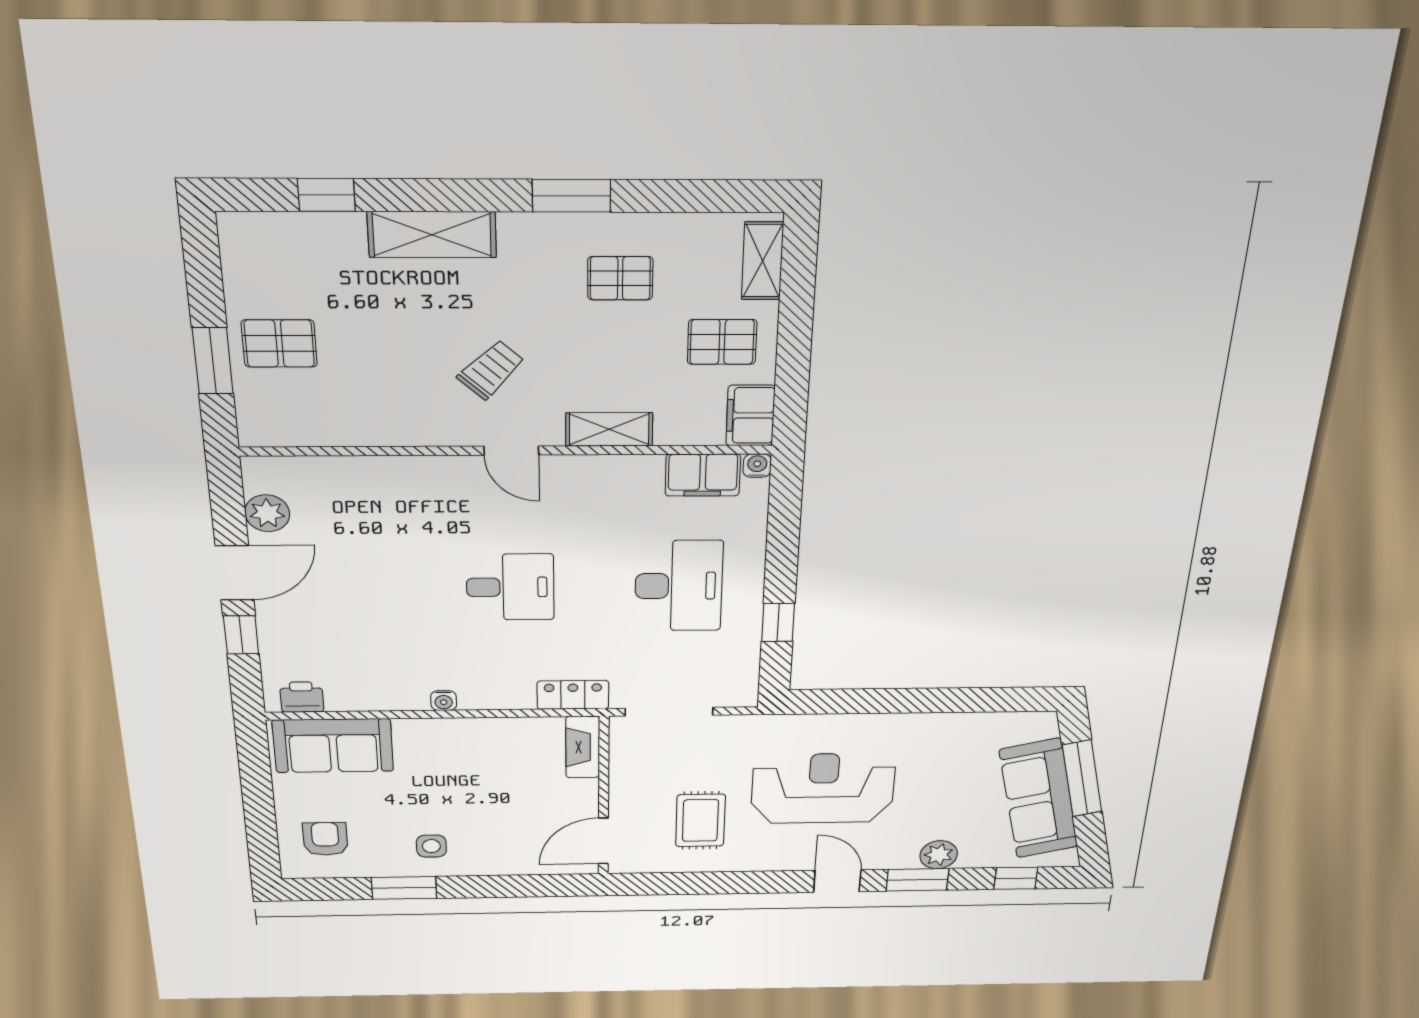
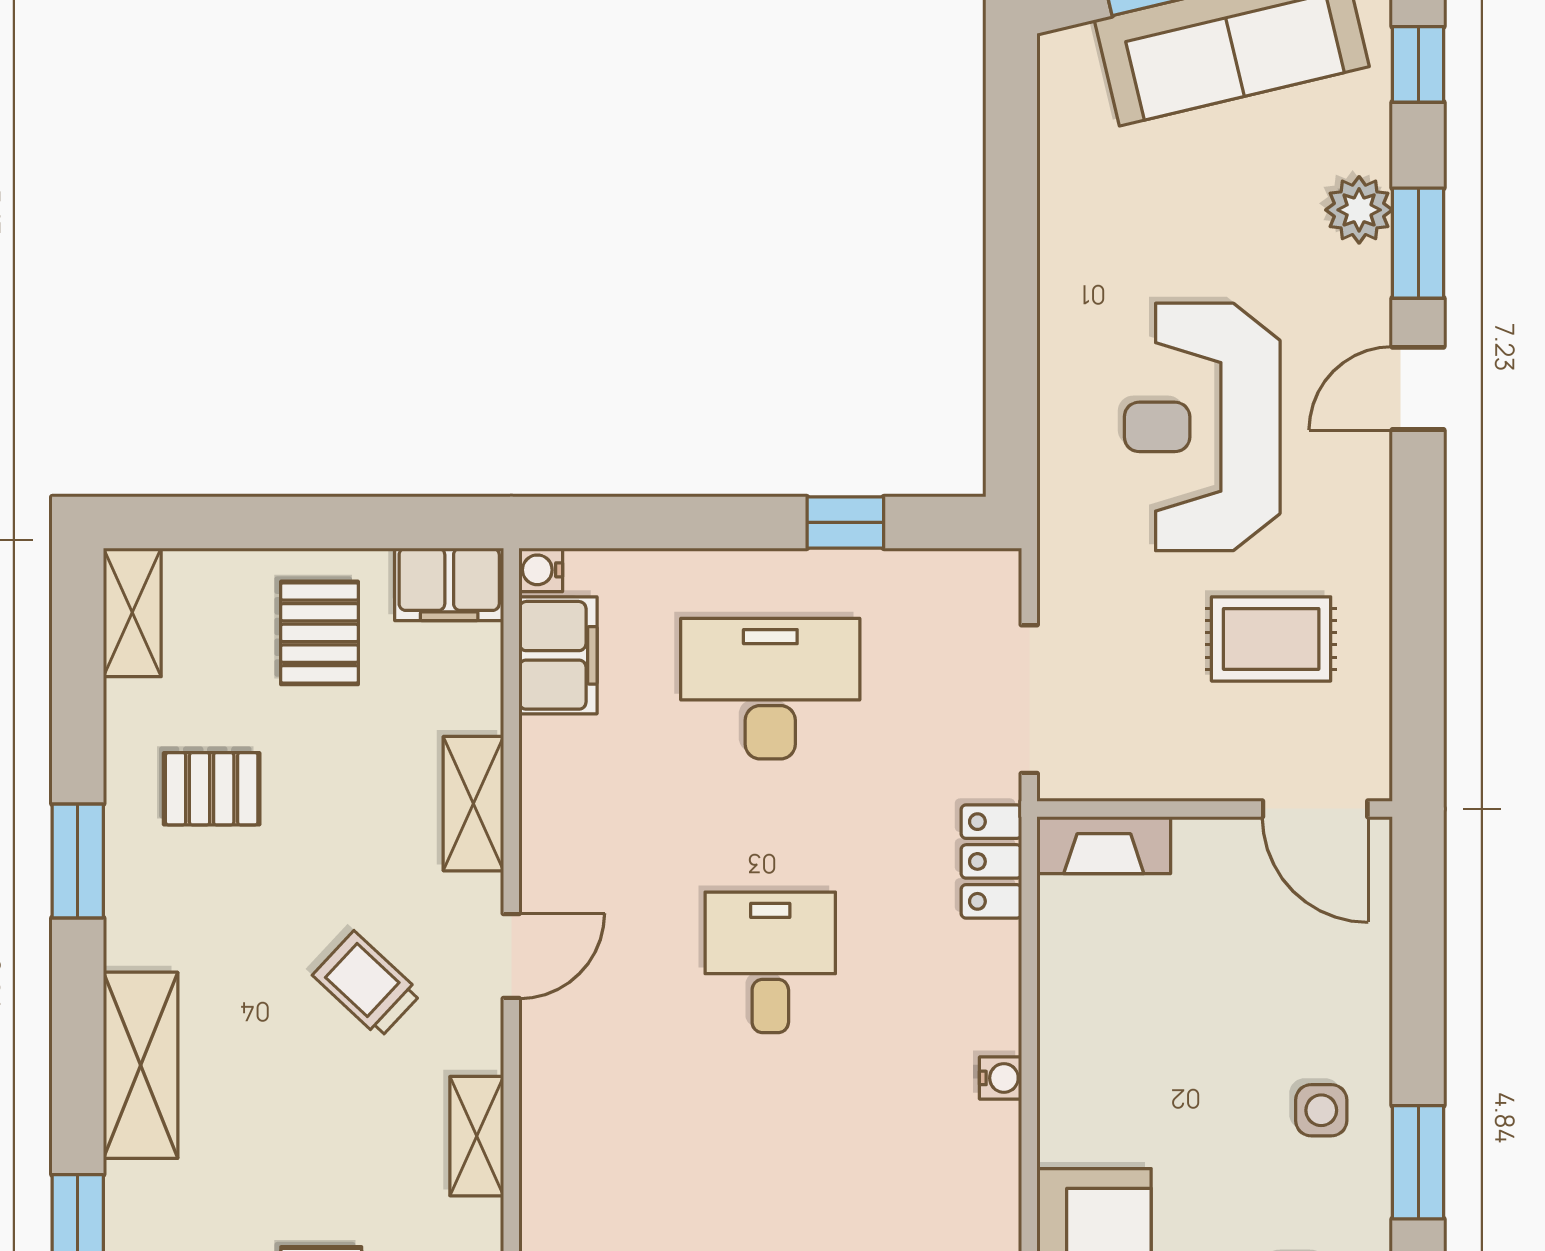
shelving: (763, 261) -> (132, 612), moved, turned 90
pallet: (620, 278) -> (212, 789), turned 90
shelving: (394, 432) -> (477, 1136), added

